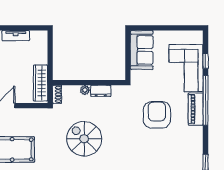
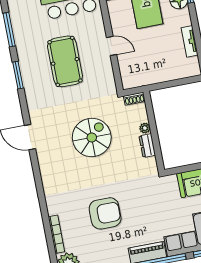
wardrobe: (41, 83) -> (143, 78), removed
armchair: (157, 115) -> (105, 213), moved

